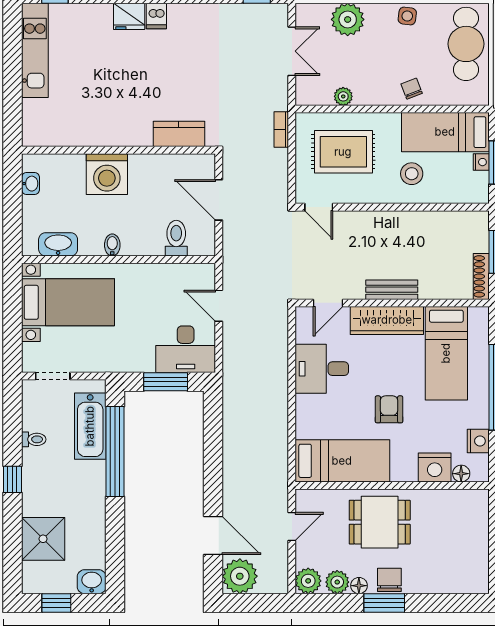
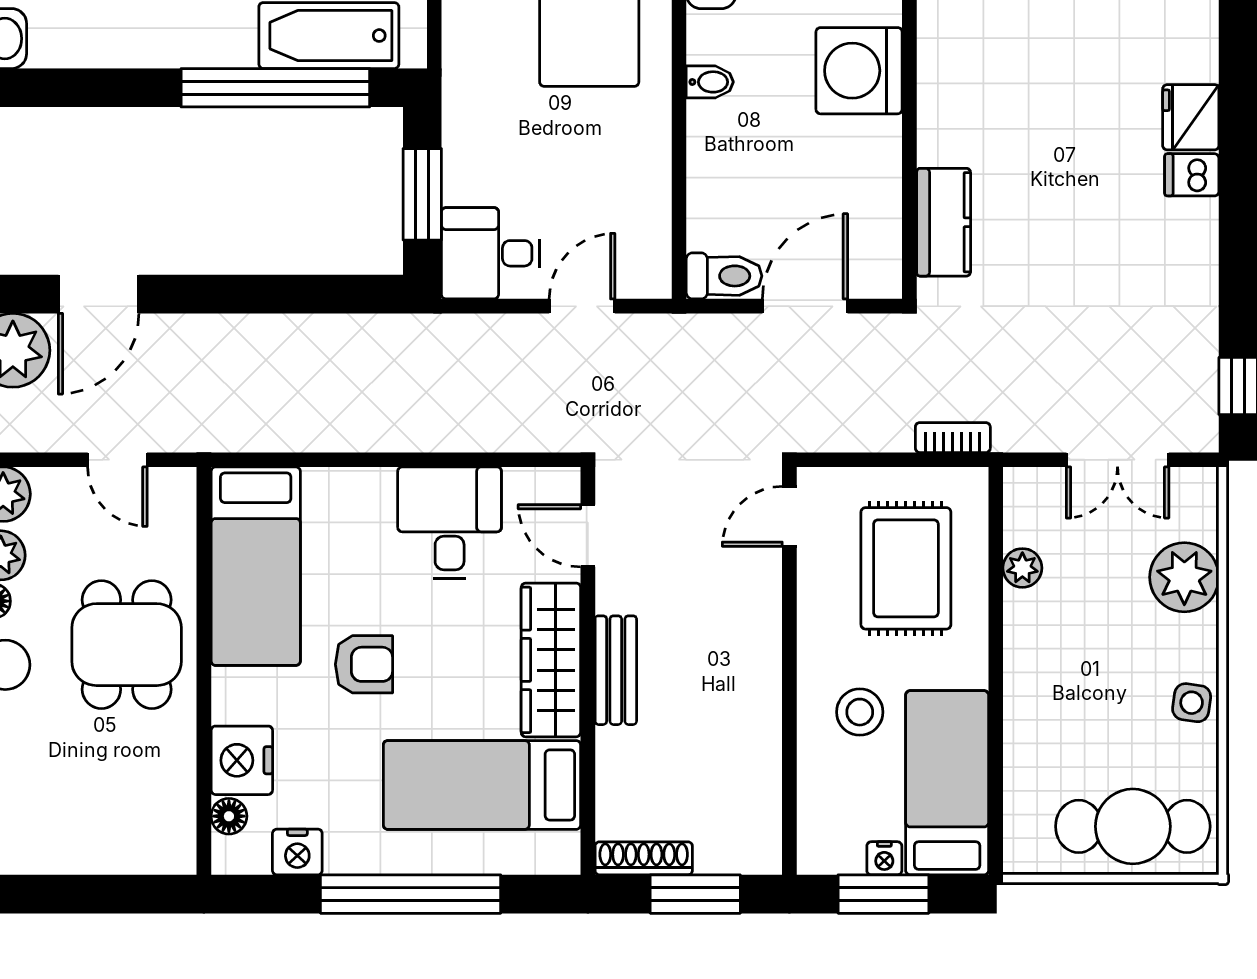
chair: (412, 89) -> (1039, 712), removed
toilet: (176, 238) -> (724, 276), moved
desk: (186, 349) -> (491, 253), width x0.73

